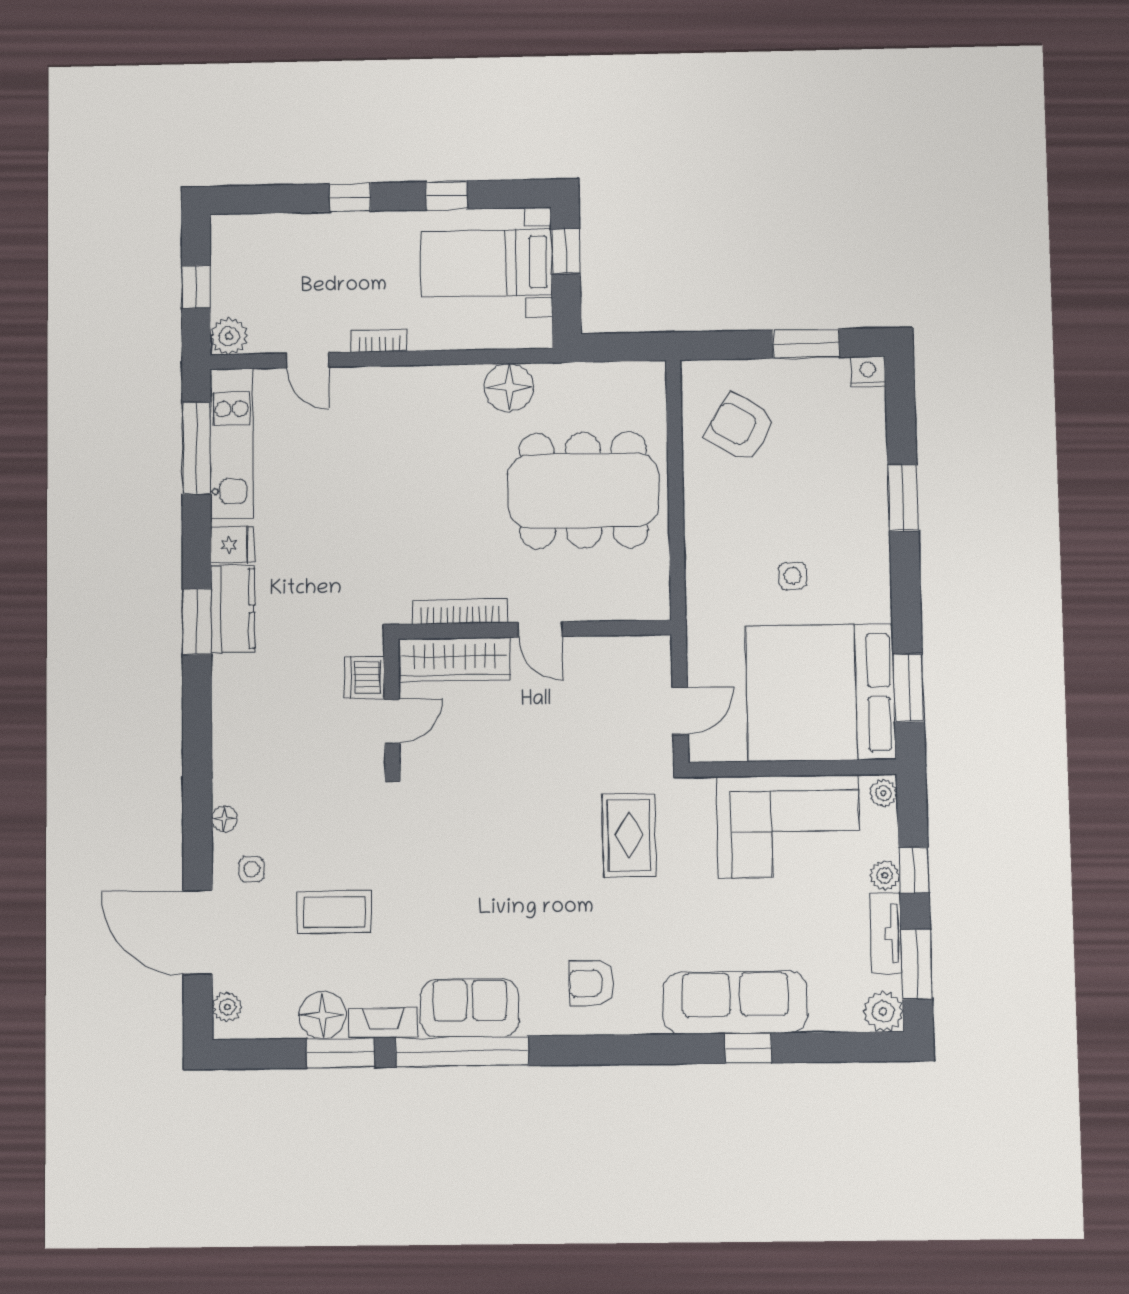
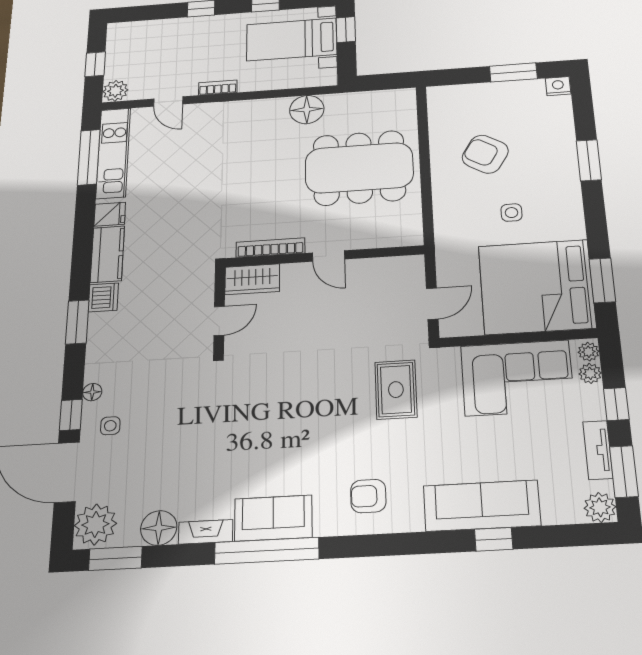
armchair: (740, 427) -> (485, 154), moved
window: (197, 622) -> (77, 322), moved
wardrobe: (454, 660) -> (252, 279), width x0.67
dishwasher: (365, 677) -> (103, 297), moved, turned 180
window: (198, 851) -> (71, 415), added
plant: (885, 875) -> (590, 373), moved
coffee table: (334, 912) -> (171, 453), removed
plant: (227, 1007) -> (95, 524), width x1.87, depth x1.87
window: (340, 1053) -> (115, 558), moved

